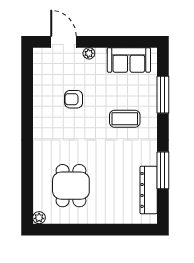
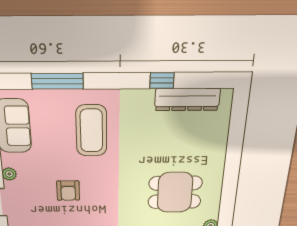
coffee table: (125, 119) -> (91, 131), width x1.36, depth x1.32
window: (163, 170) -> (162, 81), width x0.46

